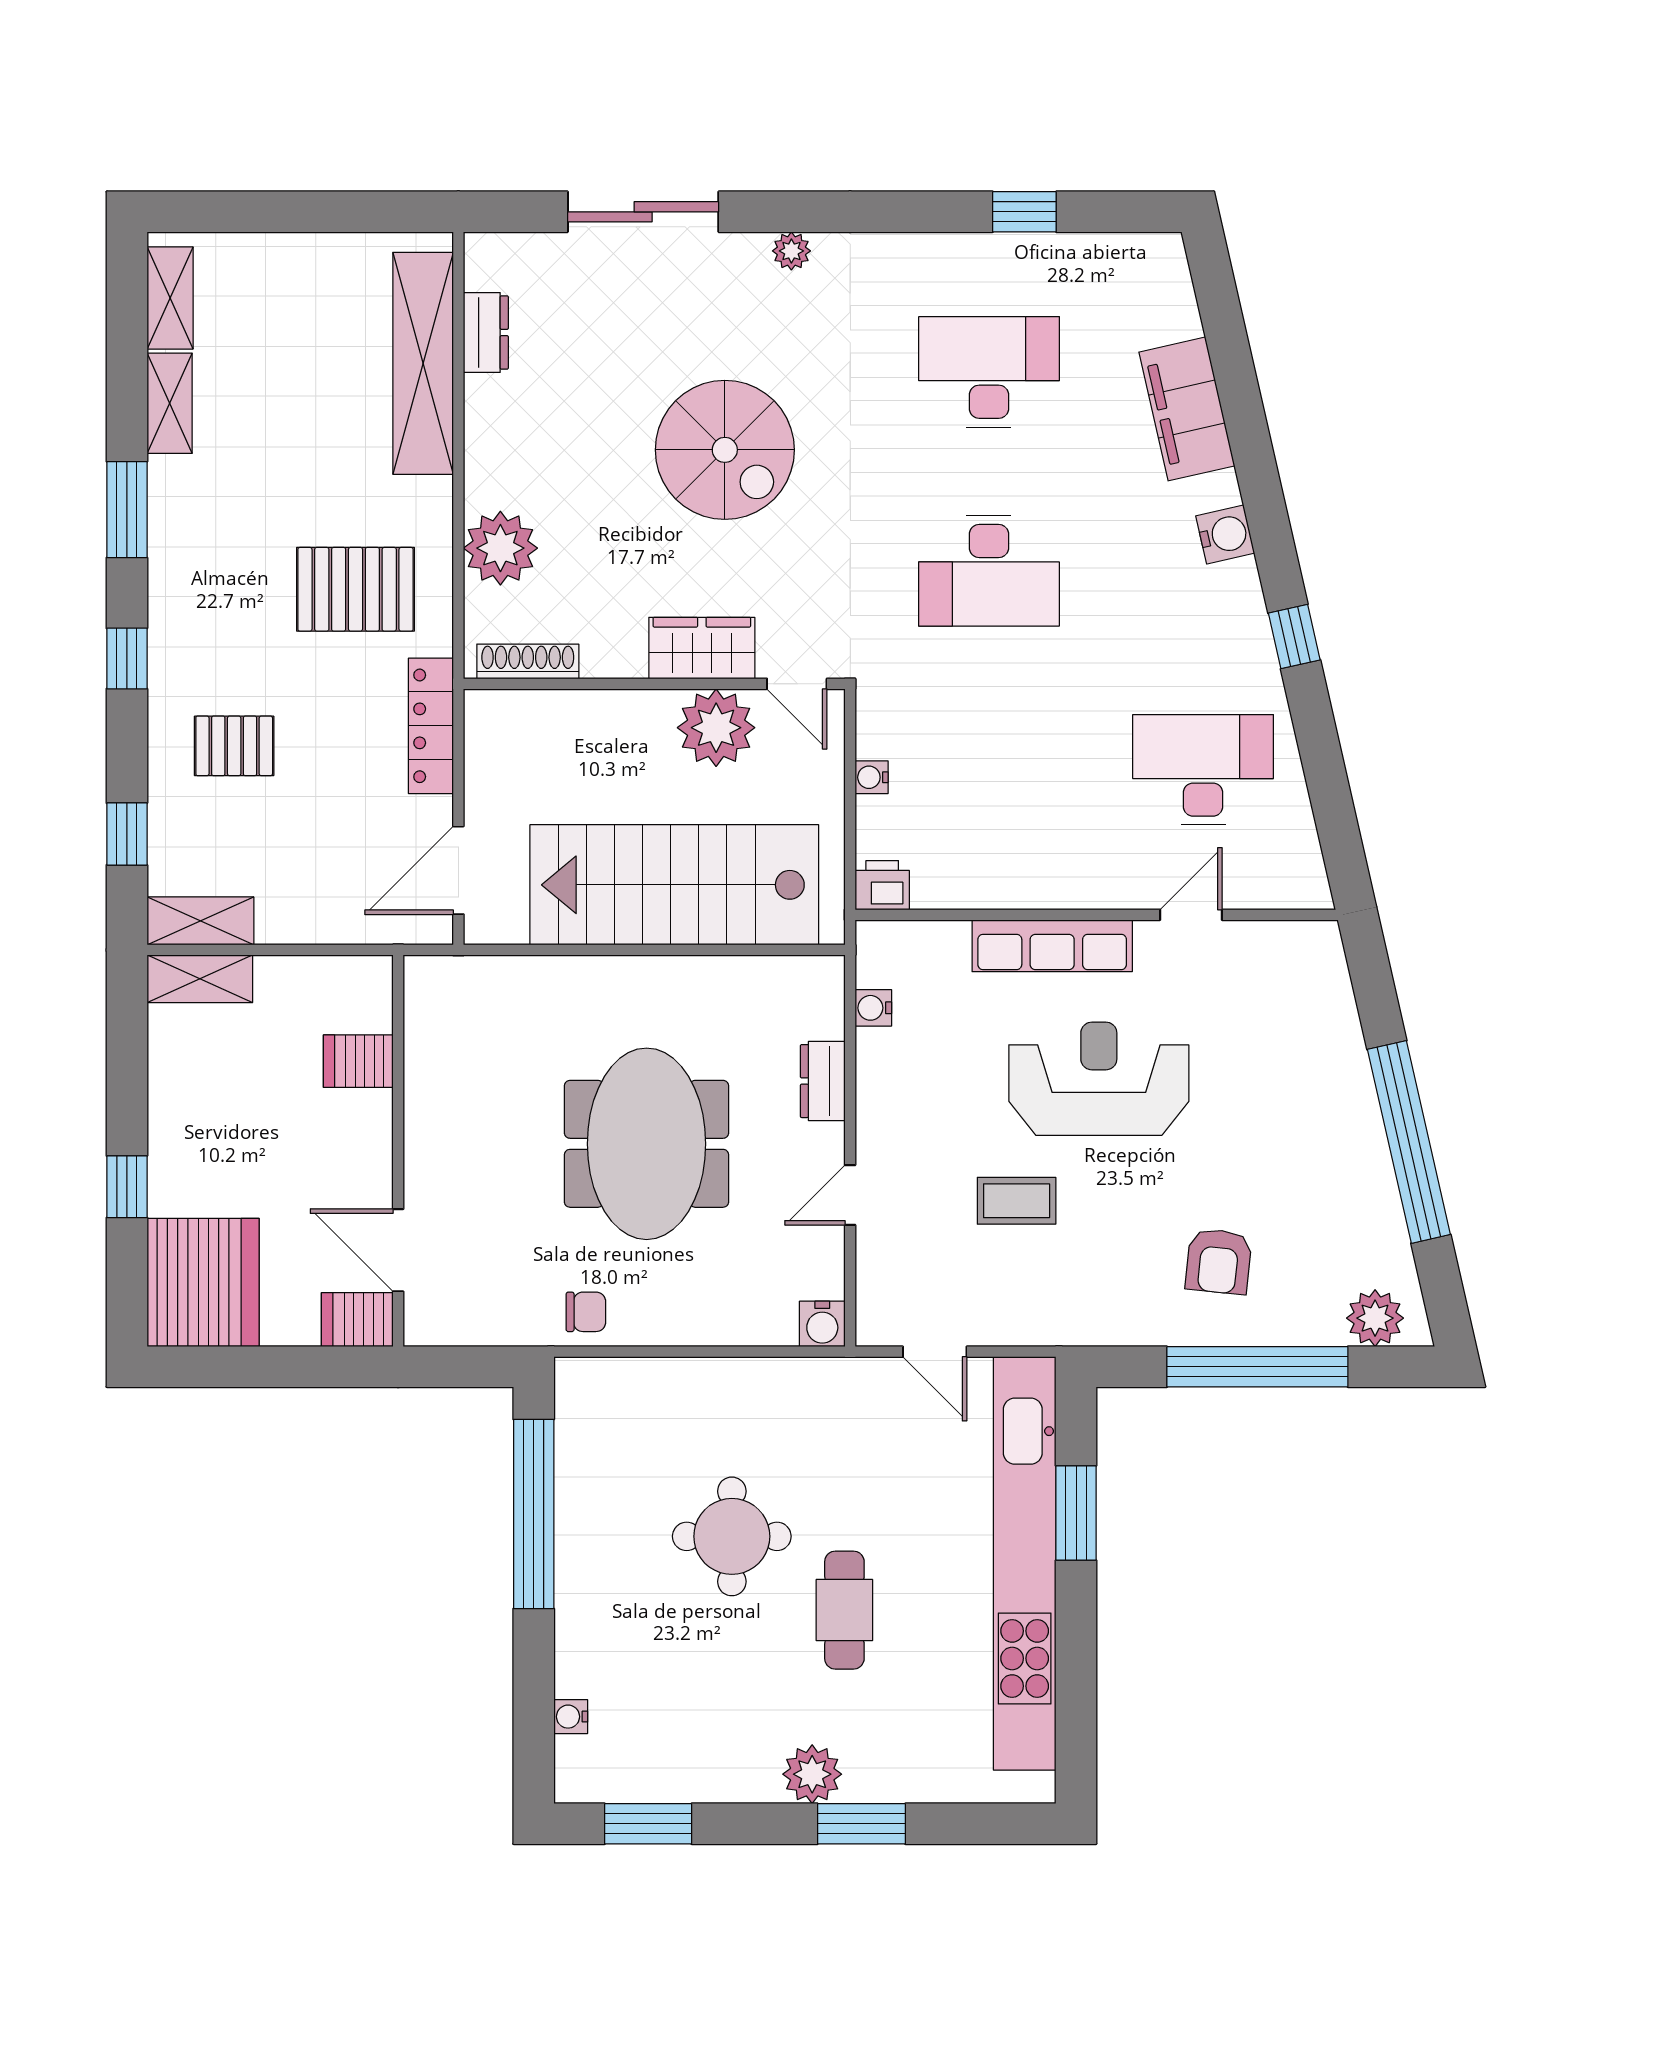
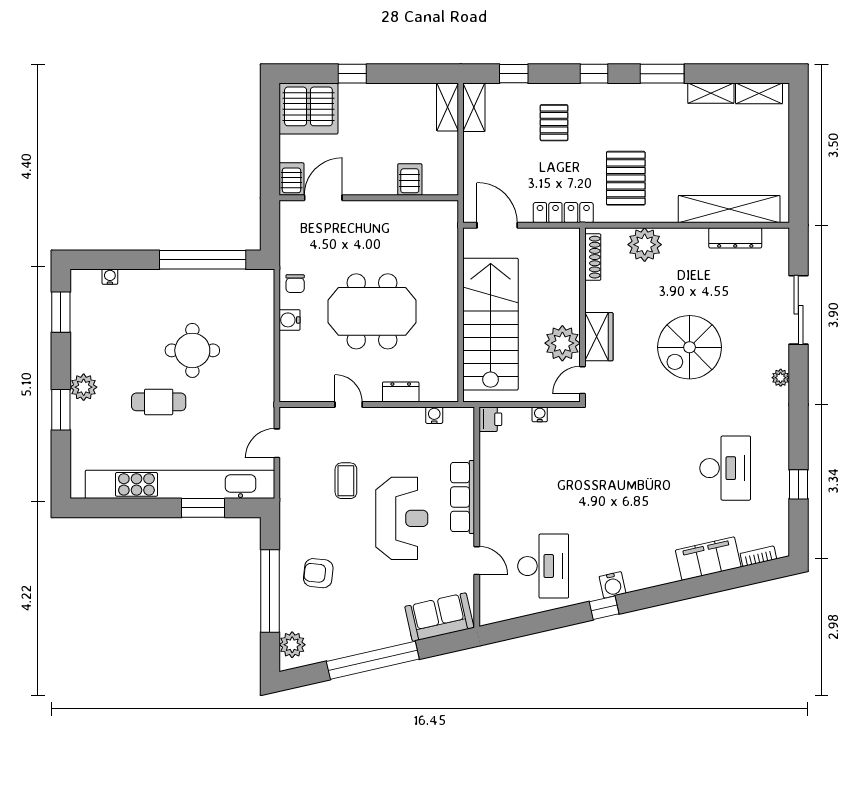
bookcase: (1182, 299) -> (758, 556), added
dresser: (486, 332) -> (735, 238), width x1.44
water cooler: (1225, 535) -> (613, 585), moved
desk: (989, 571) -> (634, 468), removed
sofa: (1315, 997) -> (439, 617), added
water cooler: (822, 1324) -> (290, 320), moved

